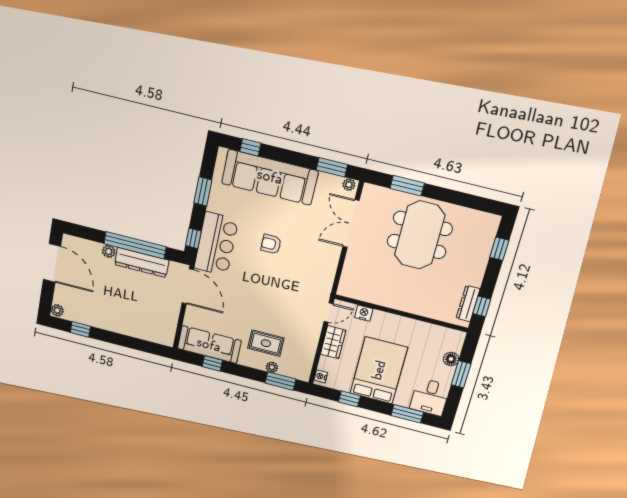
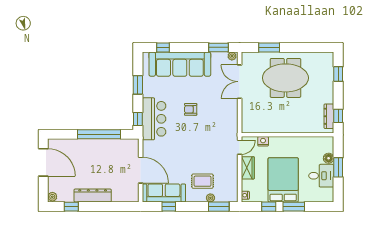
meeting table: (420, 235) -> (285, 78), turned 90
plant: (109, 251) -> (82, 143), removed
dresser: (142, 262) -> (93, 196), moved, turned 180
door: (188, 286) -> (141, 170), moved
desk: (430, 397) -> (321, 176), moved, turned -90
window: (407, 414) -> (294, 207), moved

